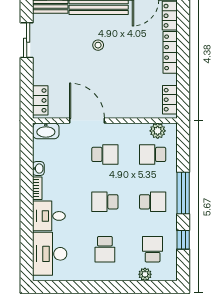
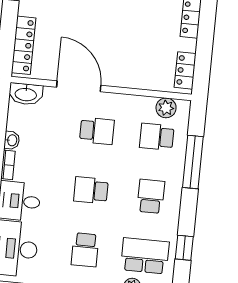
locker: (40, 100) -> (24, 45), width x1.53
window: (183, 193) -> (193, 162), moved
school desk: (153, 202) -> (151, 196), turned -90
school desk: (153, 249) -> (145, 256), width x1.85

